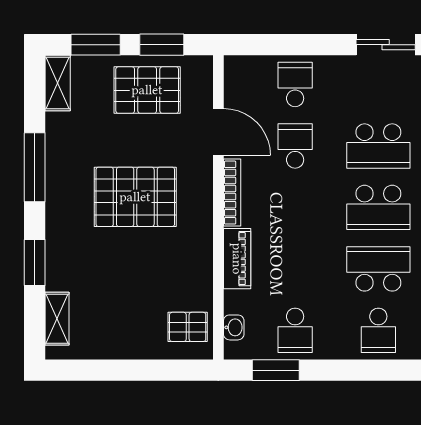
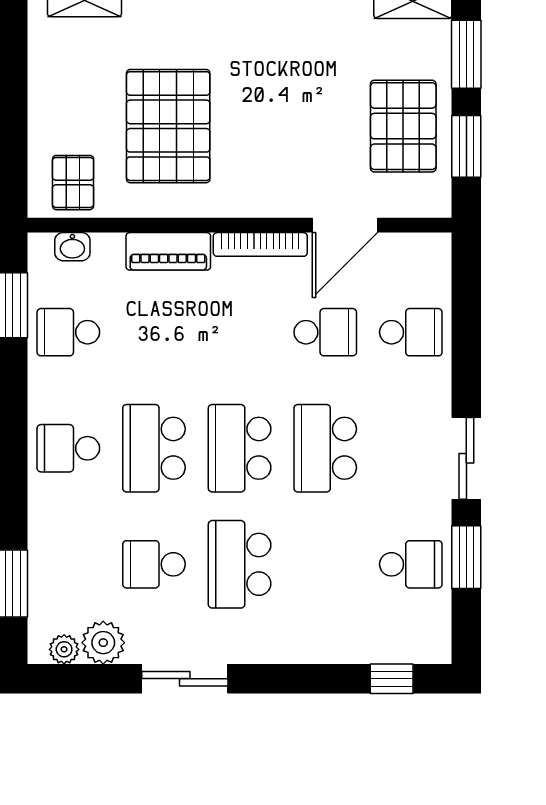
pallet: (135, 197) -> (168, 126), moved
school desk: (378, 269) -> (154, 448), turned 180

